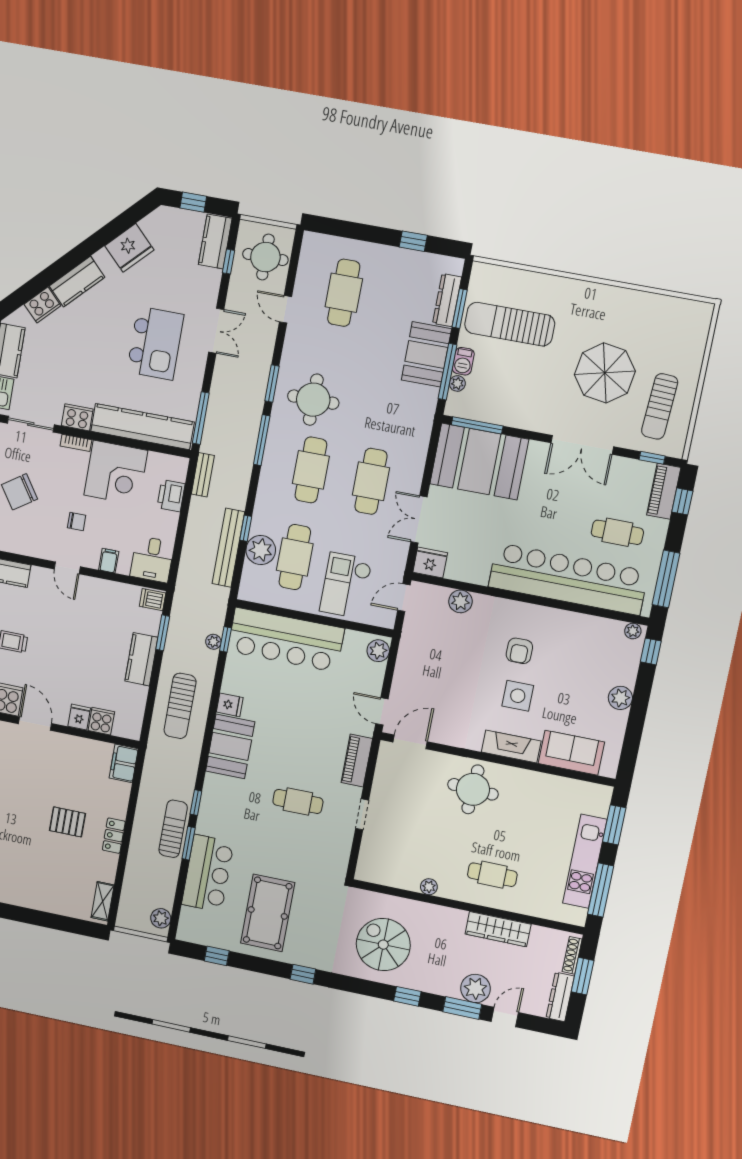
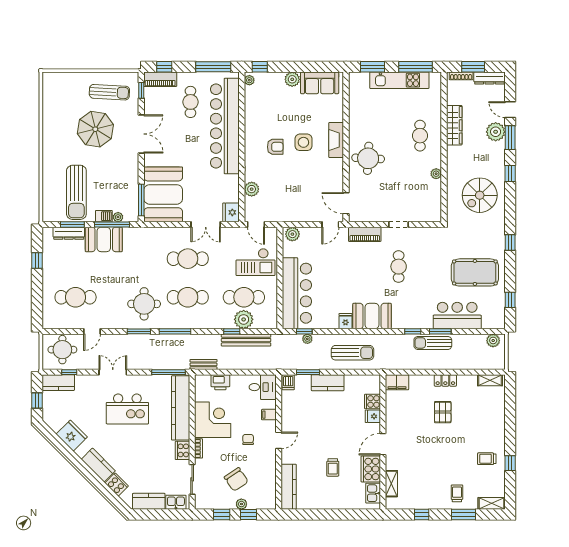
kitchen island: (155, 343) -> (127, 409), turned 180
sofa: (571, 753) -> (320, 83), moved, turned -90

